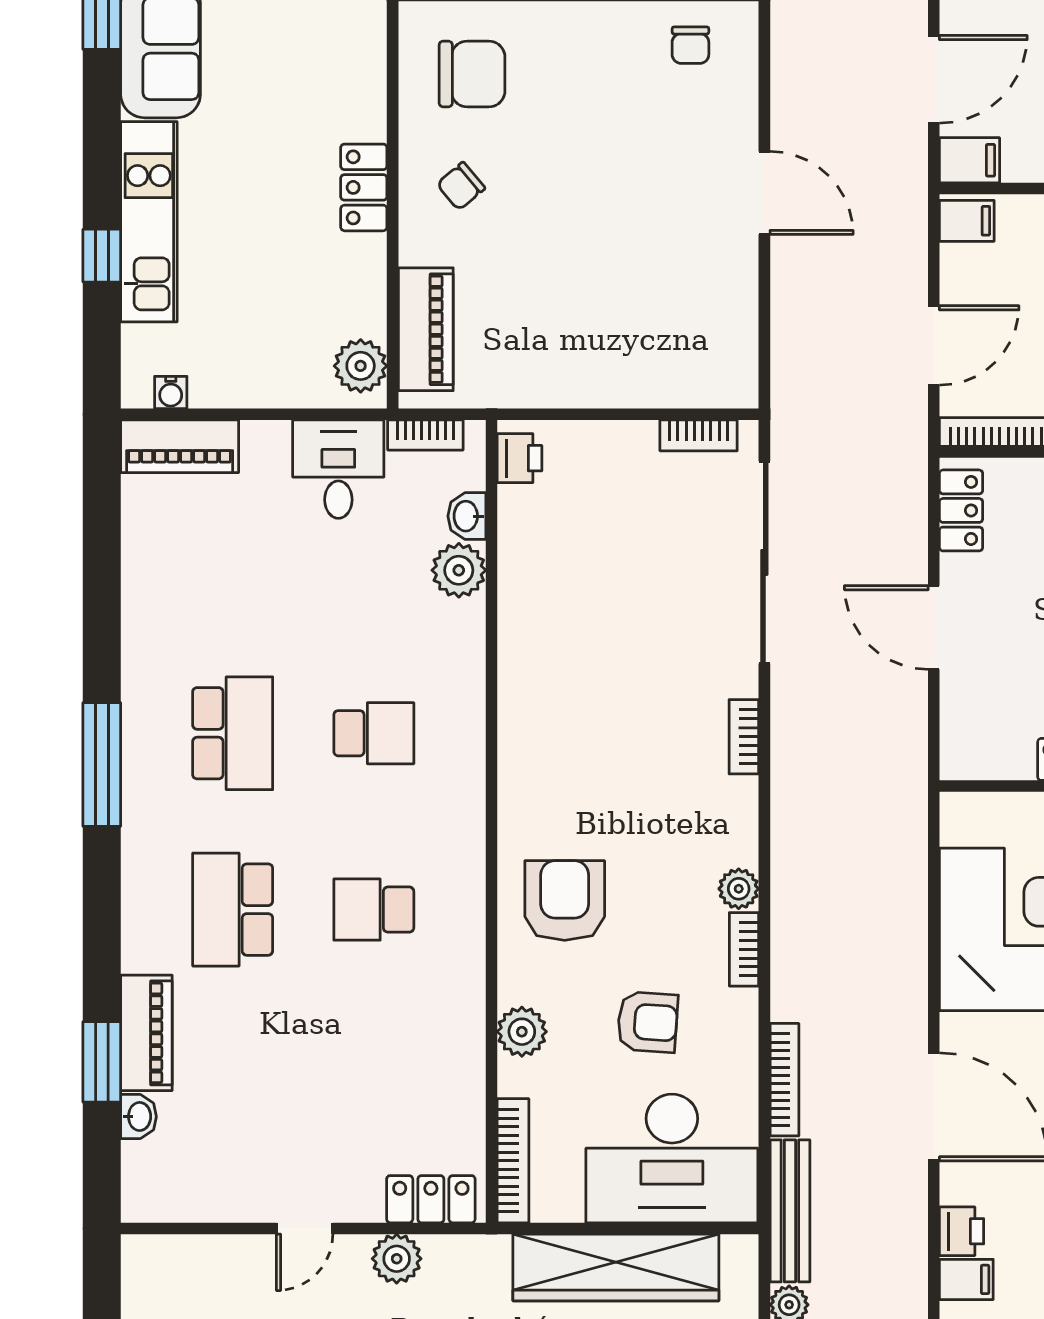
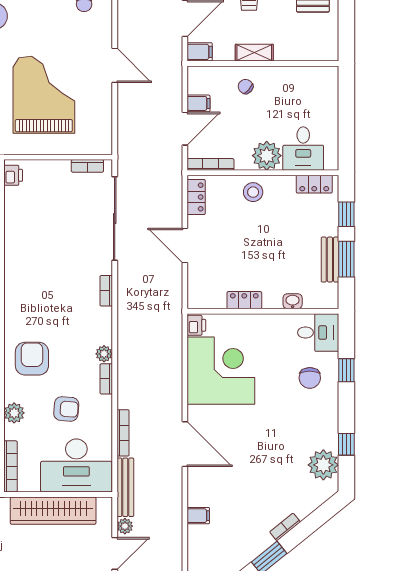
filing cabinet: (967, 221) -> (199, 103), moved
grand piano: (593, 264) -> (44, 95), added
printer: (962, 1231) -> (196, 325), moved

